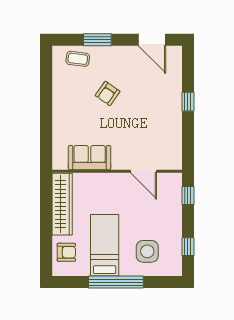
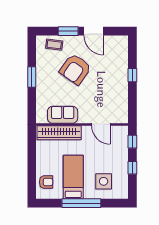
door: (152, 40) -> (94, 31), moved
armchair: (108, 93) -> (75, 69), width x1.88, depth x1.88
window: (46, 104) -> (32, 77), added
wardrobe: (62, 204) -> (59, 133), moved, turned 90
window: (188, 247) -> (132, 168), moved

